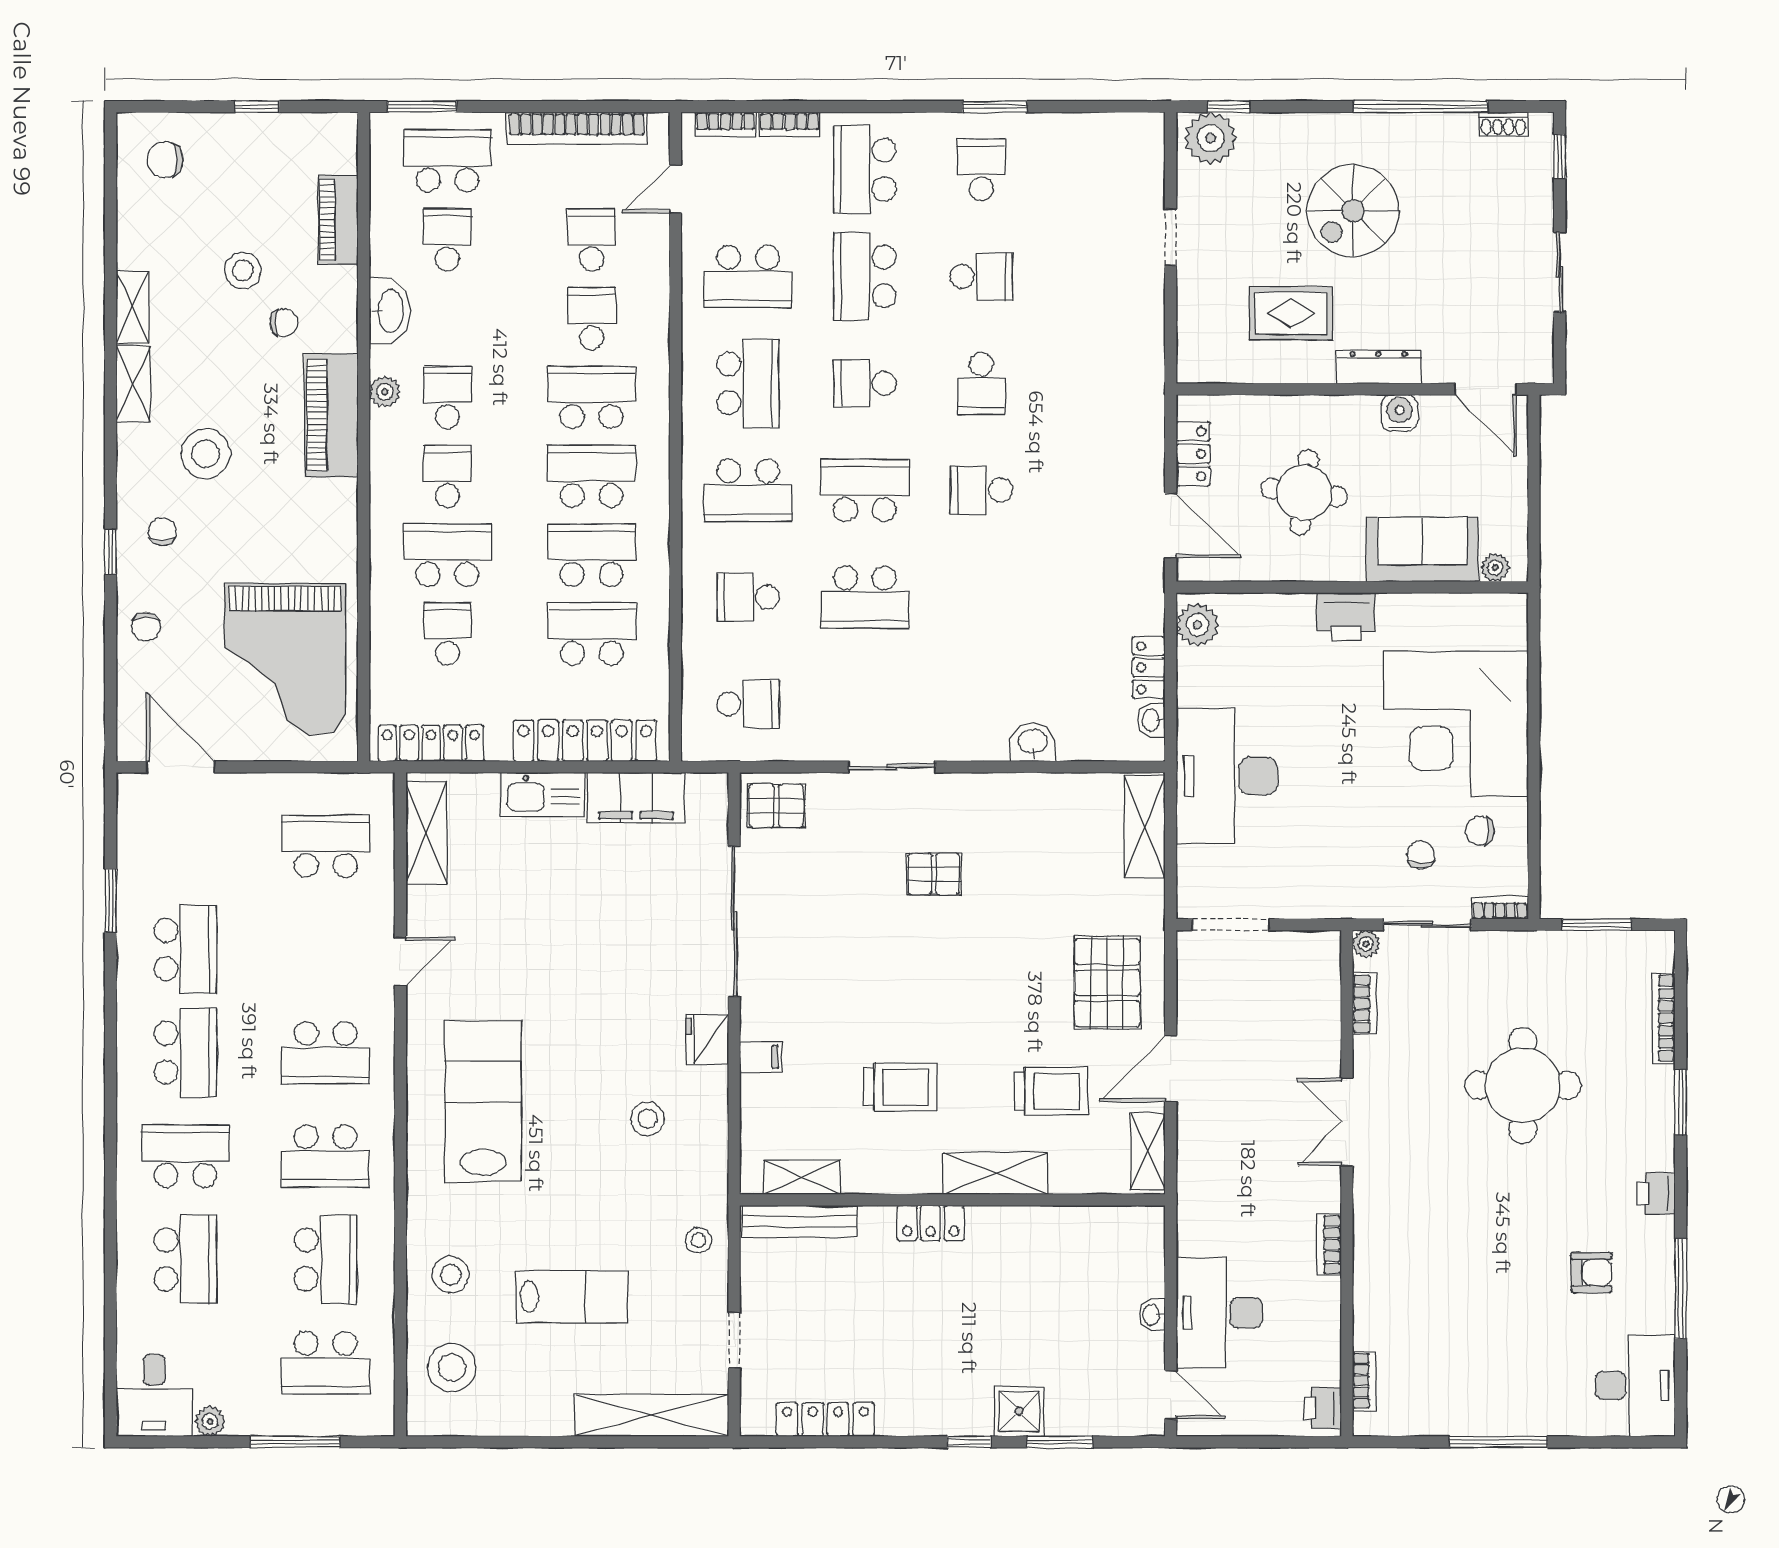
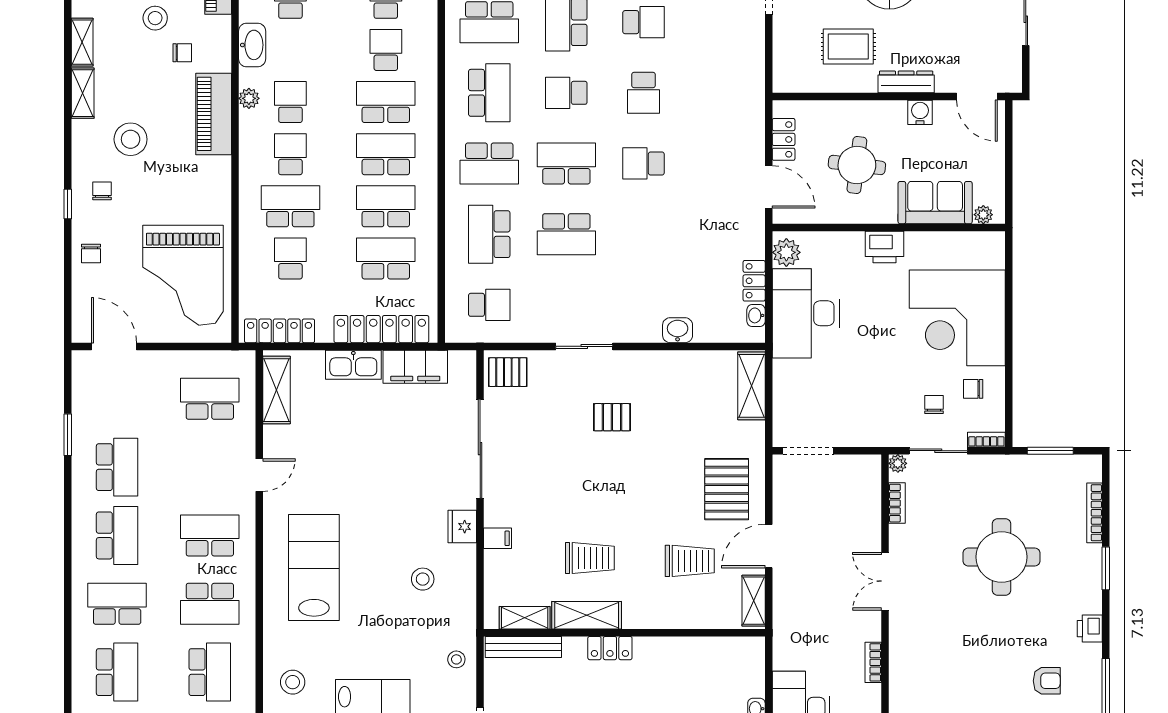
school desk: (748, 597) -> (489, 234), width x1.85
desk: (1227, 776) -> (806, 313), moved
school desk: (326, 1053) -> (210, 535), turned 180
shelving: (995, 1173) -> (587, 615), moved

